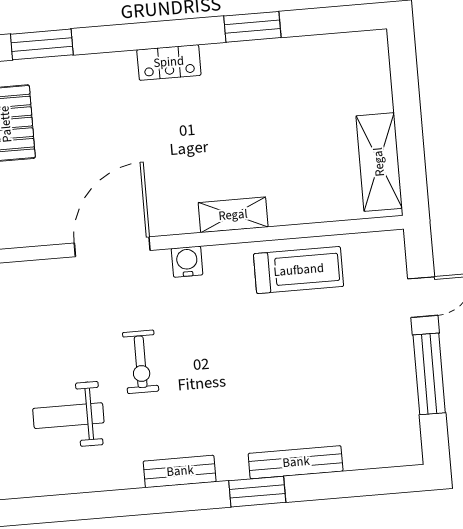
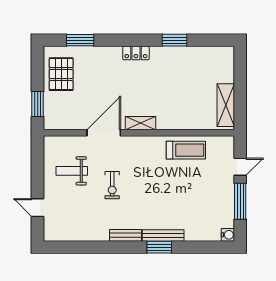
shelving: (233, 215) -> (140, 123), moved
water cooler: (187, 262) -> (228, 235), moved, turned 90
weight bench: (68, 416) -> (72, 171), moved
bench: (296, 462) -> (163, 236), moved

